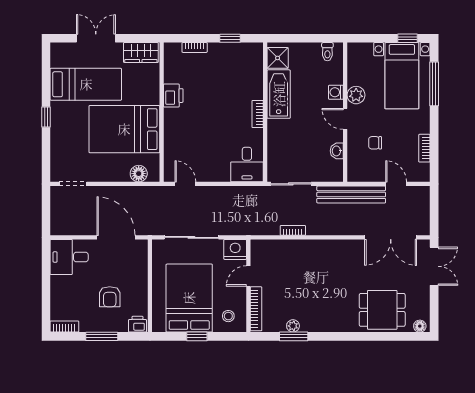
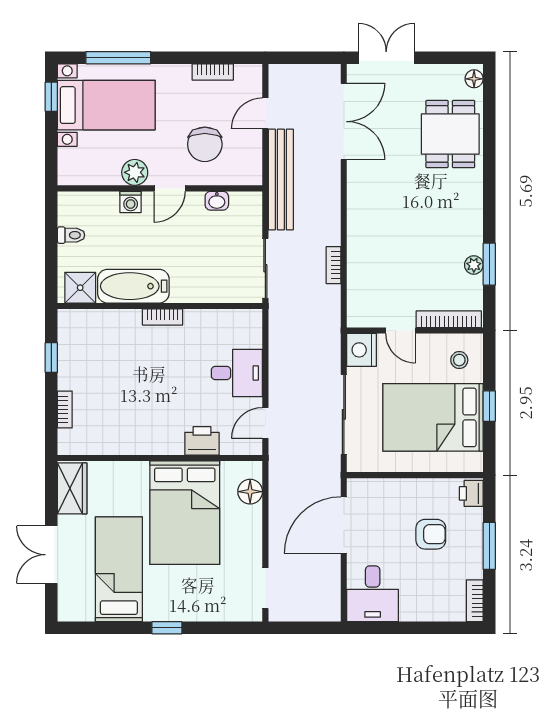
toilet: (327, 52) -> (71, 235), moved
printer: (173, 96) -> (202, 441), moved
chair: (375, 143) -> (205, 144), width x1.87, depth x1.87
desk: (247, 165) -> (237, 373), moved

